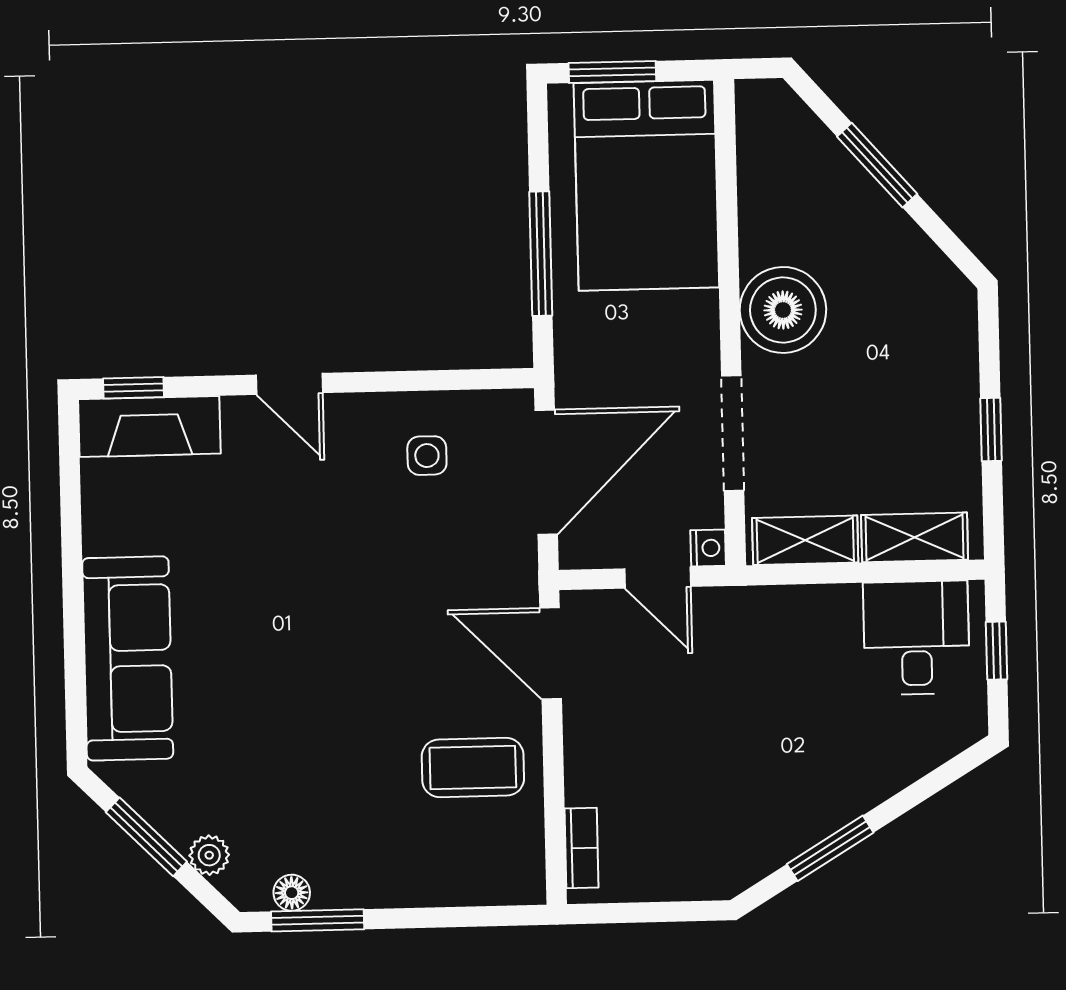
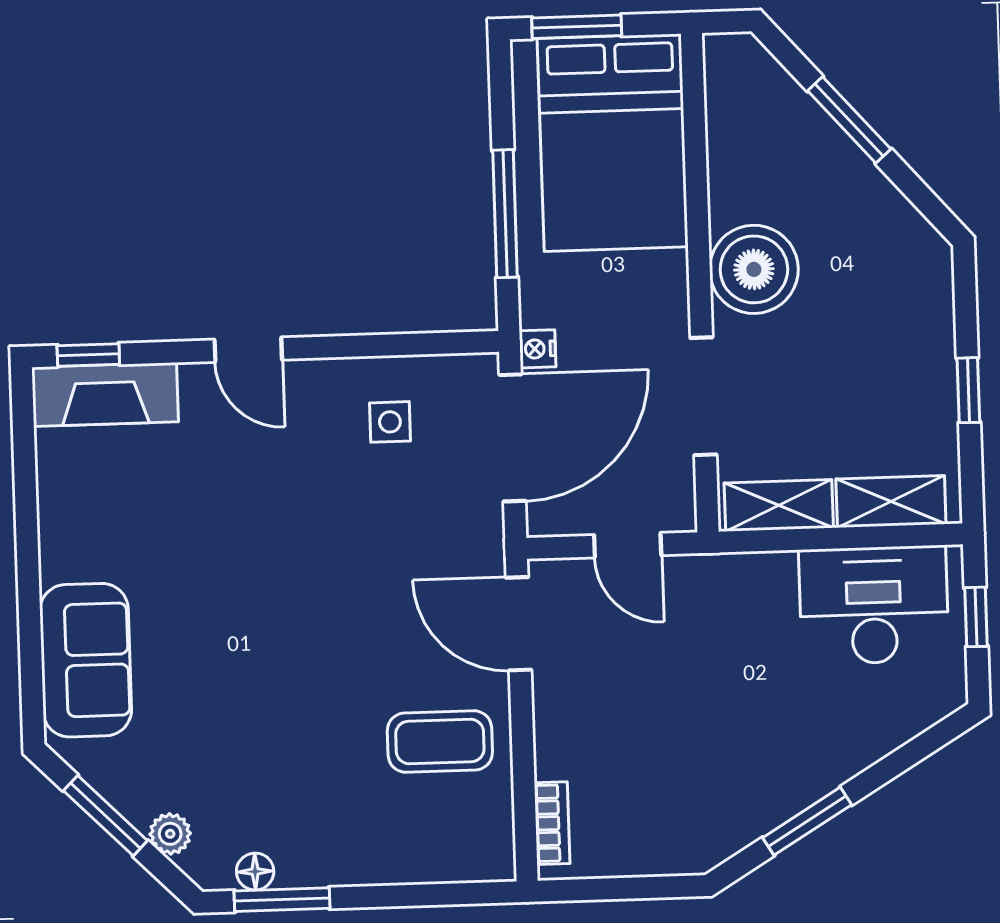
nightstand: (708, 548) -> (538, 349), moved, turned 180
desk: (916, 638) -> (874, 605), width x1.37
sofa: (128, 658) -> (86, 660), width x0.73

